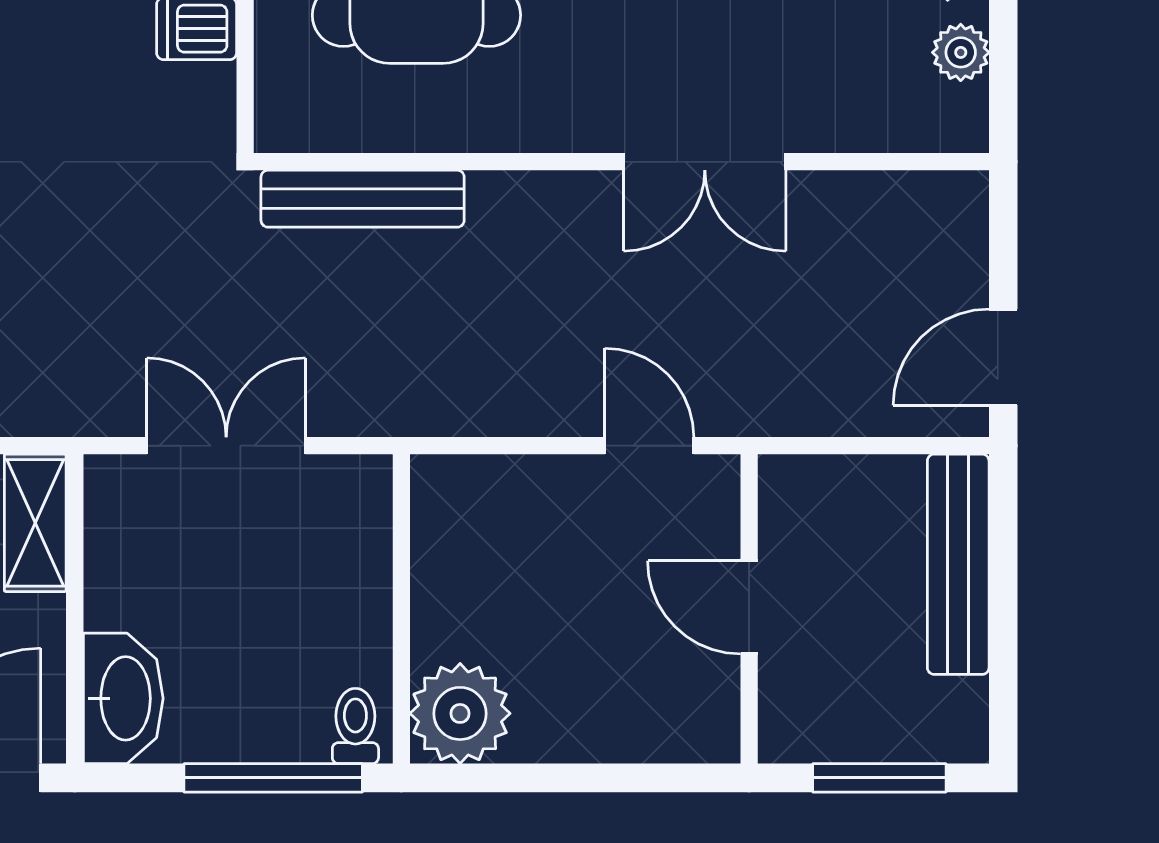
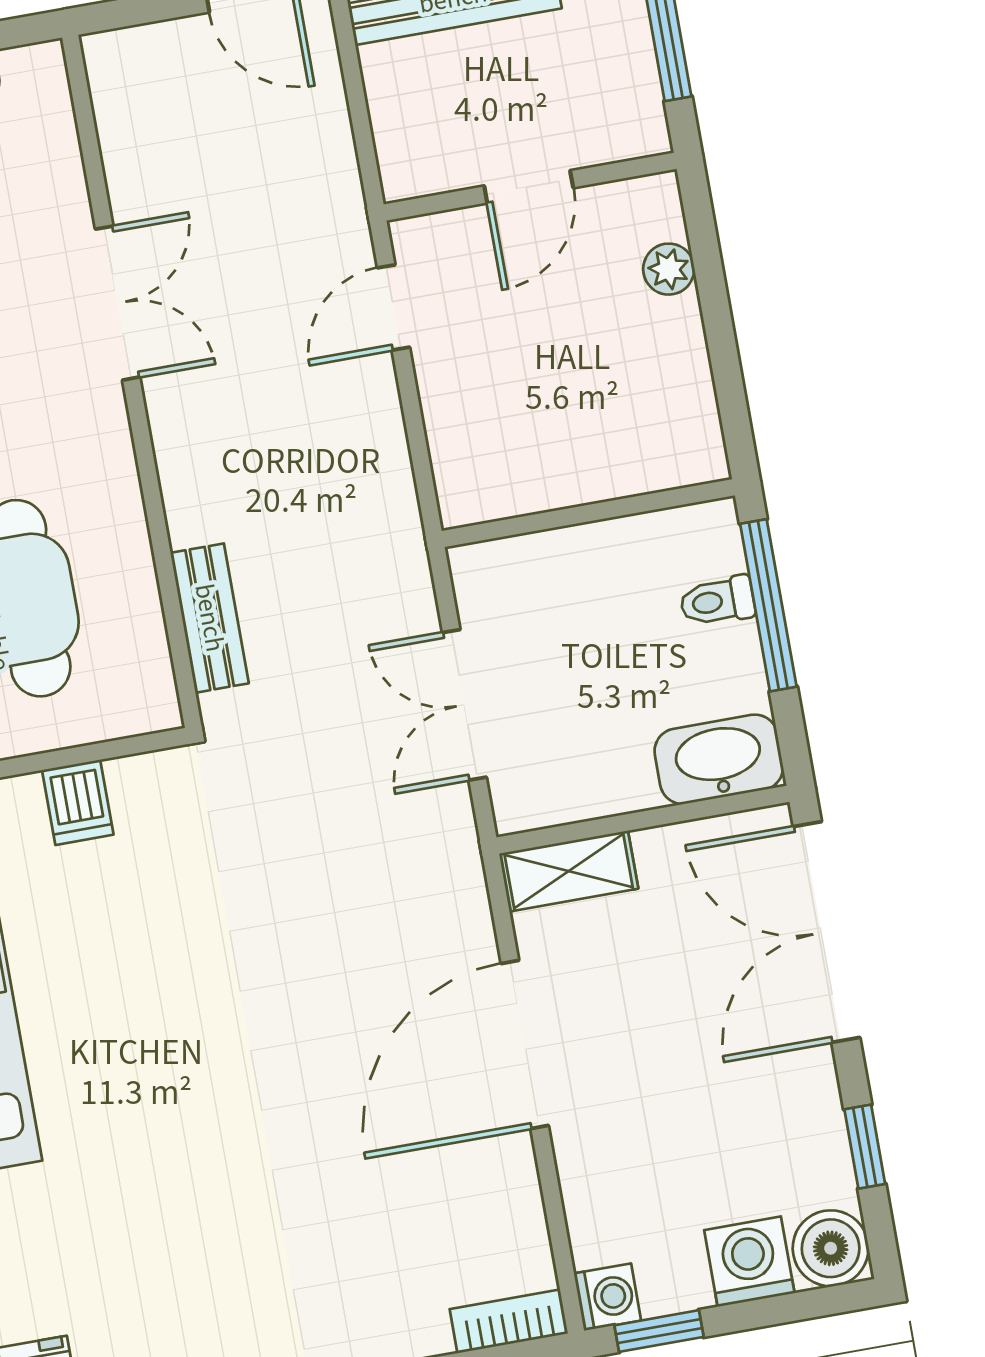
bench: (363, 199) -> (210, 618), width x0.73
plant: (460, 713) -> (669, 269), moved, width x0.53, depth x0.53
toilet: (355, 726) -> (717, 601), moved

